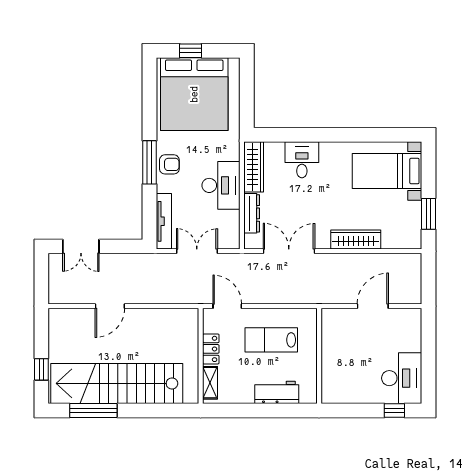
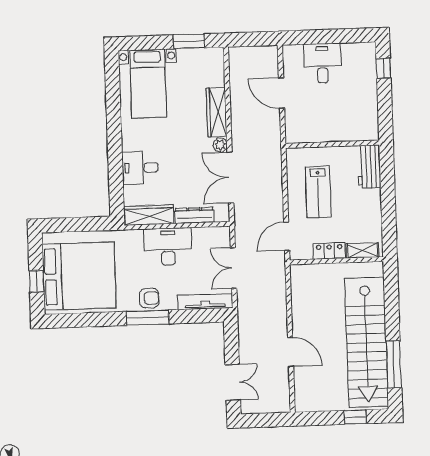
armchair: (169, 164) -> (149, 298), turned 90
plant: (322, 242) -> (220, 145), added
desk: (402, 378) -> (322, 63), moved, width x0.73
workbench: (277, 392) -> (369, 166), moved

